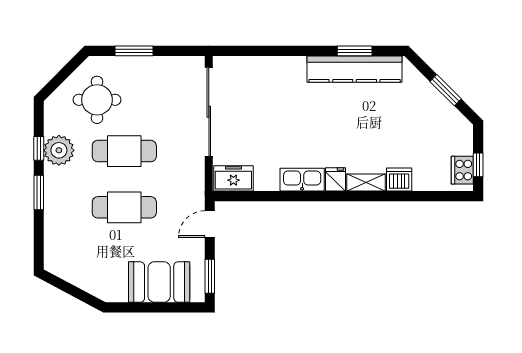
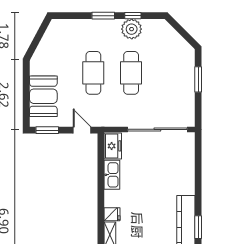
round table: (97, 100) -> (165, 55), removed
kitchen sink: (302, 180) -> (112, 175), moved

